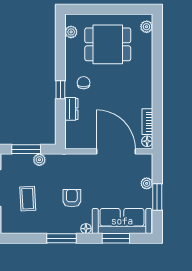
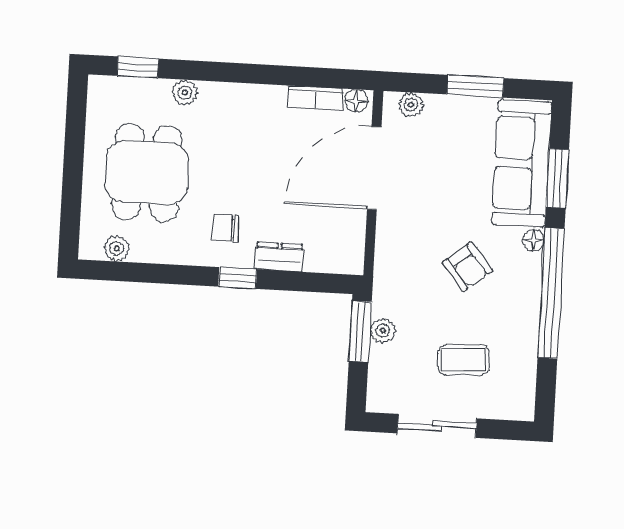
plant: (147, 27) -> (185, 93), moved
window: (157, 37) -> (138, 67), added
window: (26, 149) -> (360, 331), moved
plant: (147, 183) -> (411, 105), moved
armchair: (72, 198) -> (467, 267), turned -129
window: (62, 238) -> (551, 293), width x2.11

